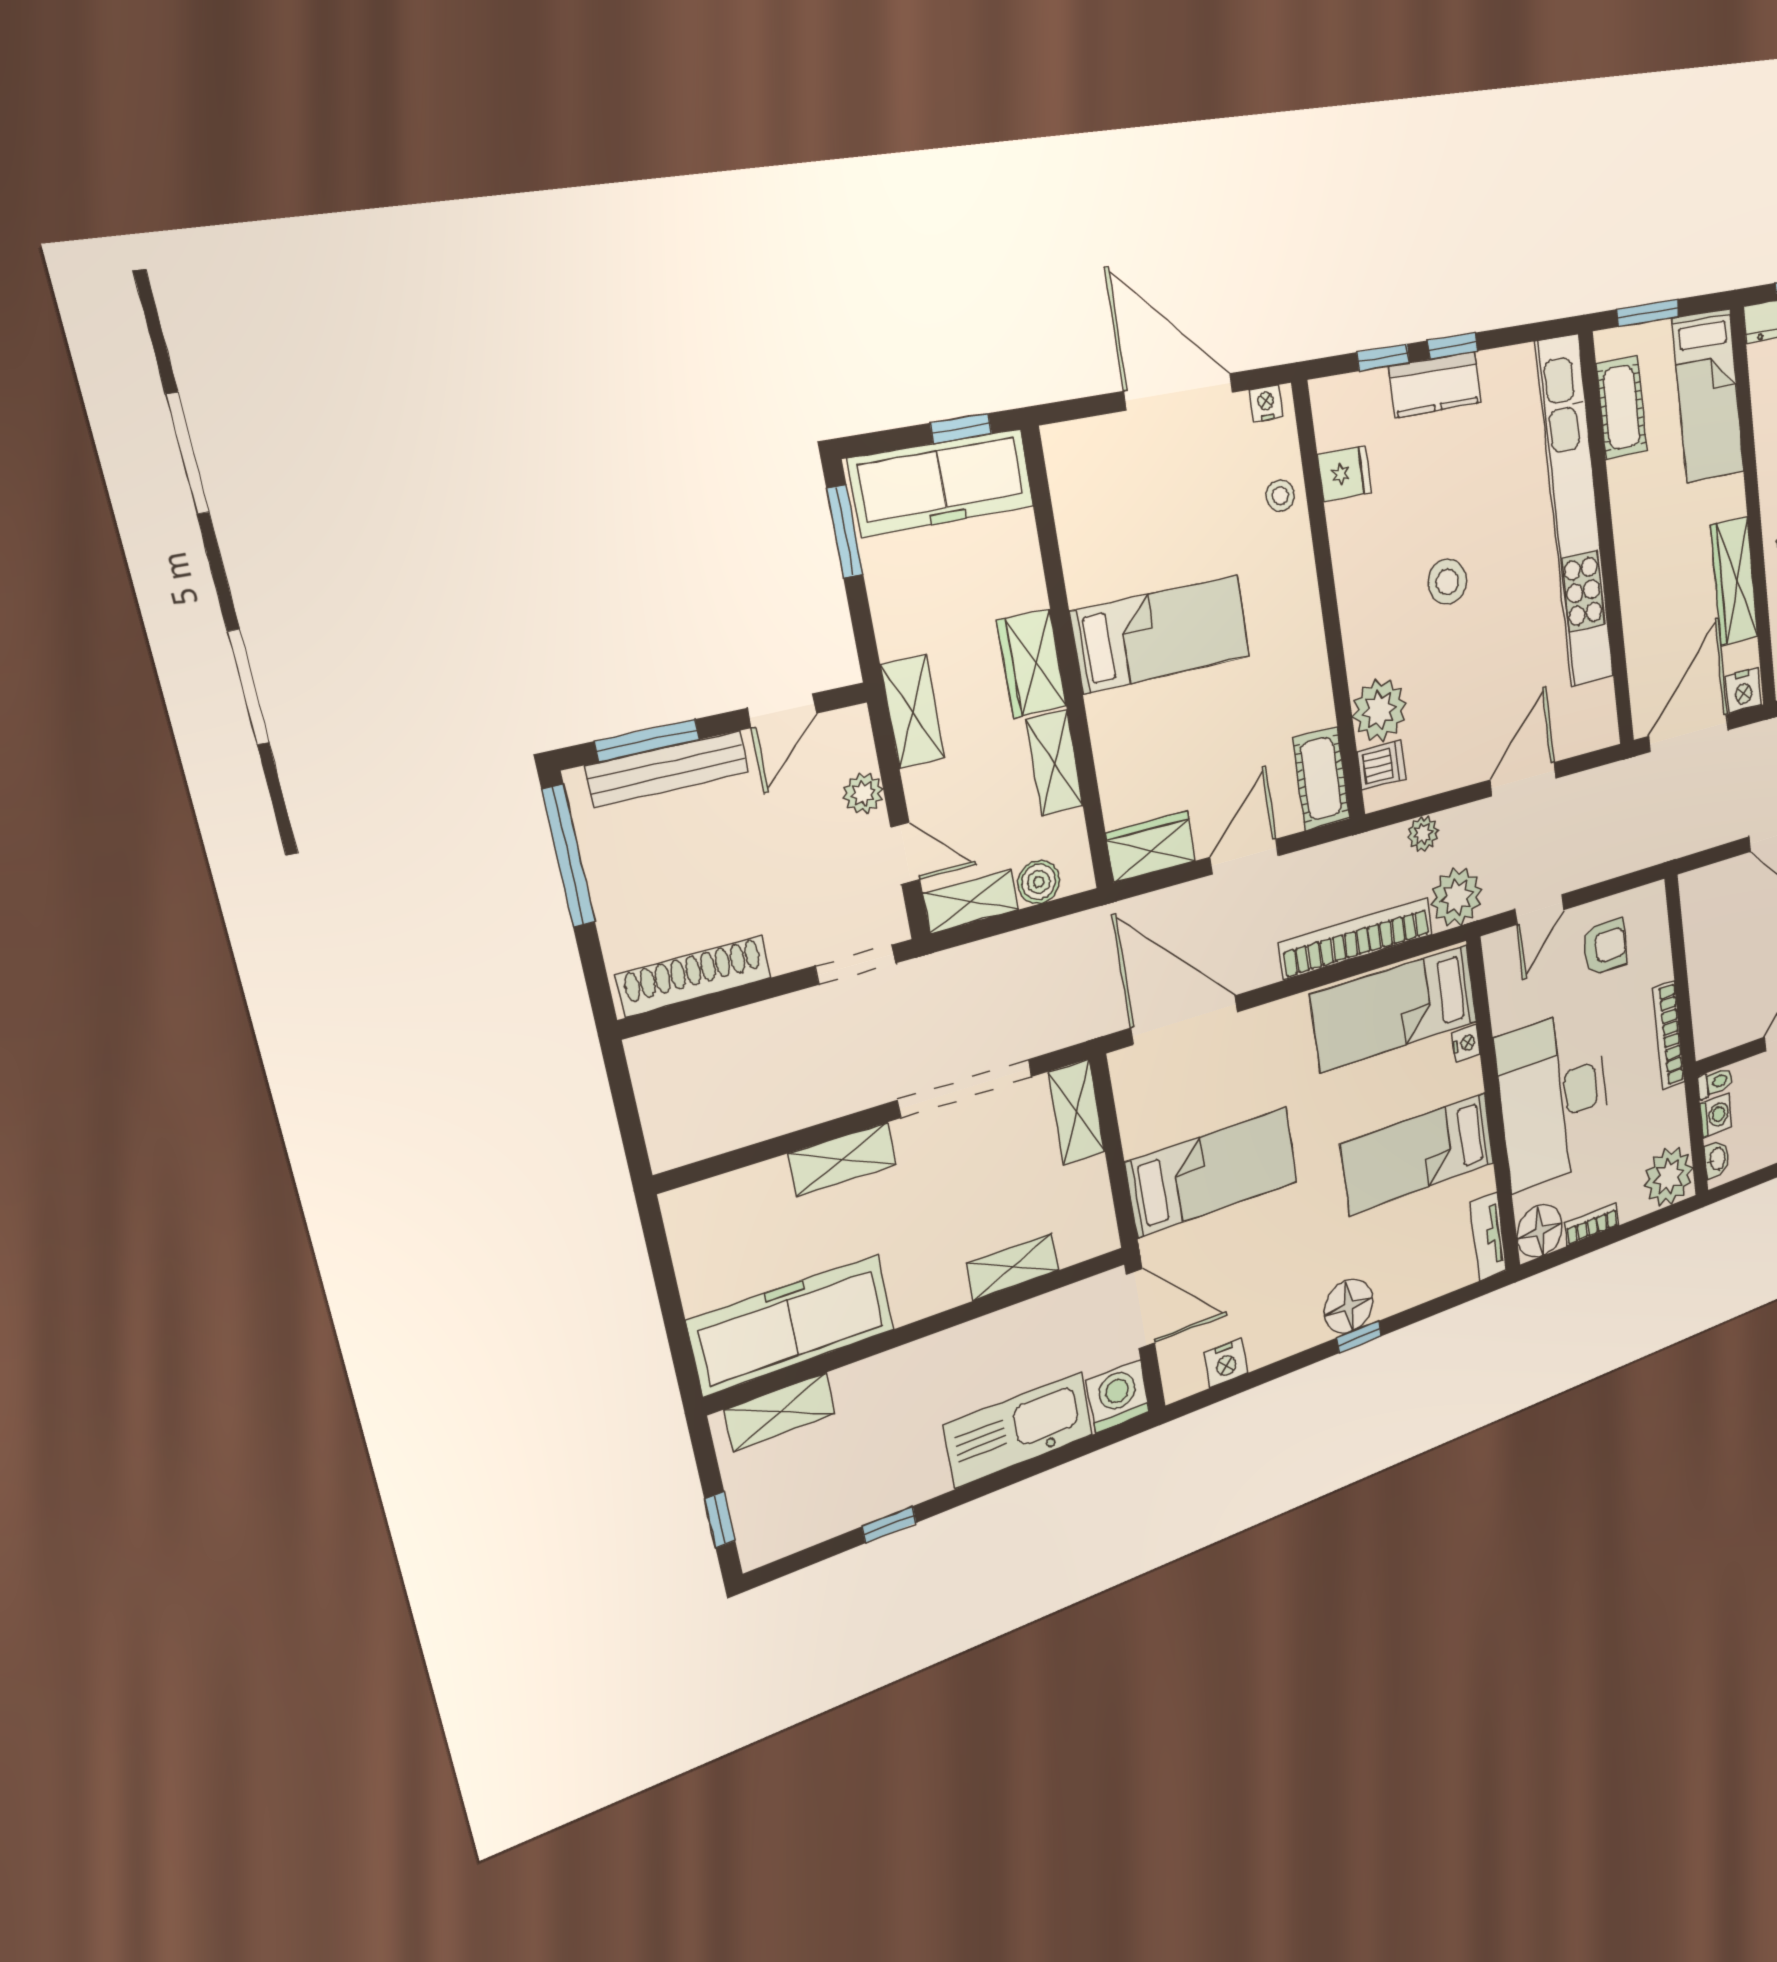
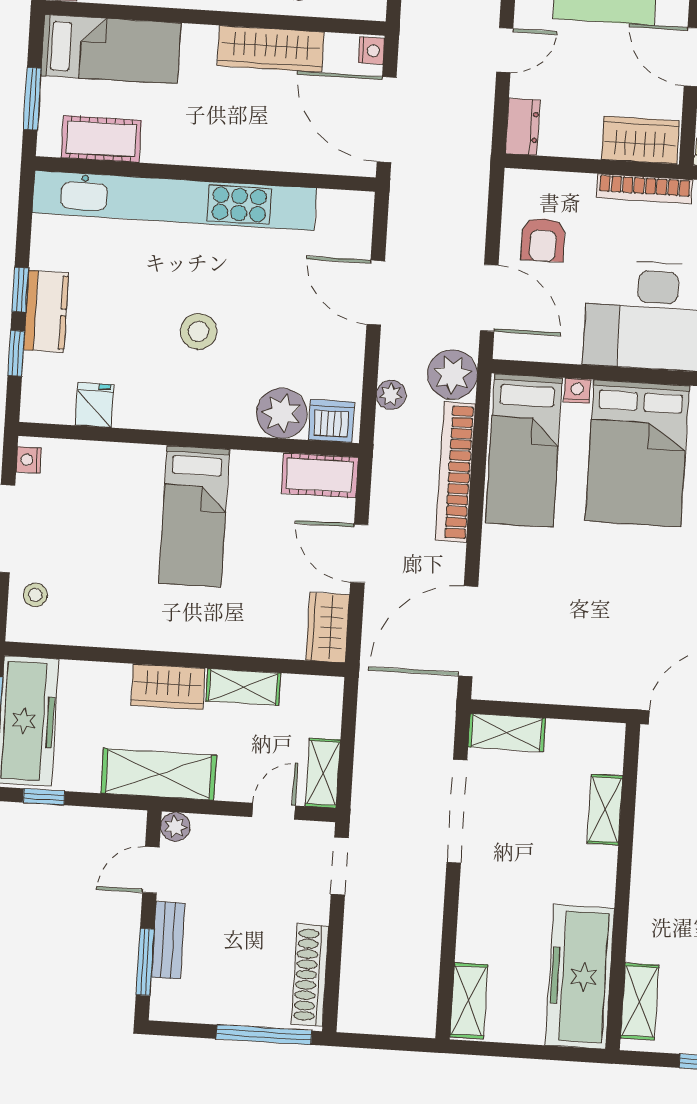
stool: (1280, 496) -> (35, 595), moved
window: (845, 532) -> (44, 797), width x0.67
bed: (1161, 634) -> (194, 516), moved, turned 180
nightstand: (1743, 691) -> (371, 51), width x0.72, depth x0.74
door: (782, 711) -> (151, 870), swing flipped
shelving: (913, 712) -> (159, 774), width x1.50, depth x1.33
dishwasher: (1381, 765) -> (331, 421), width x1.38
bench: (668, 769) -> (168, 940), width x0.73
plant: (863, 793) -> (175, 827), moved
window: (568, 856) -> (264, 1035), moved
boiler: (1039, 882) -> (325, 720), removed
dresser: (1704, 884) -> (523, 127), added
door: (1540, 909) -> (489, 298), width x1.38
armchair: (1605, 947) -> (543, 240), turned 180
wardrobe: (1711, 1012) -> (640, 140), added
bed: (1418, 1154) -> (637, 453), width x1.50
shelving: (842, 1159) -> (469, 1001), moved
bed: (1213, 1172) -> (596, 636), removed

